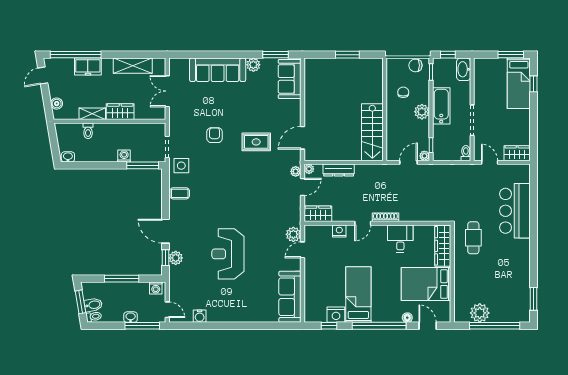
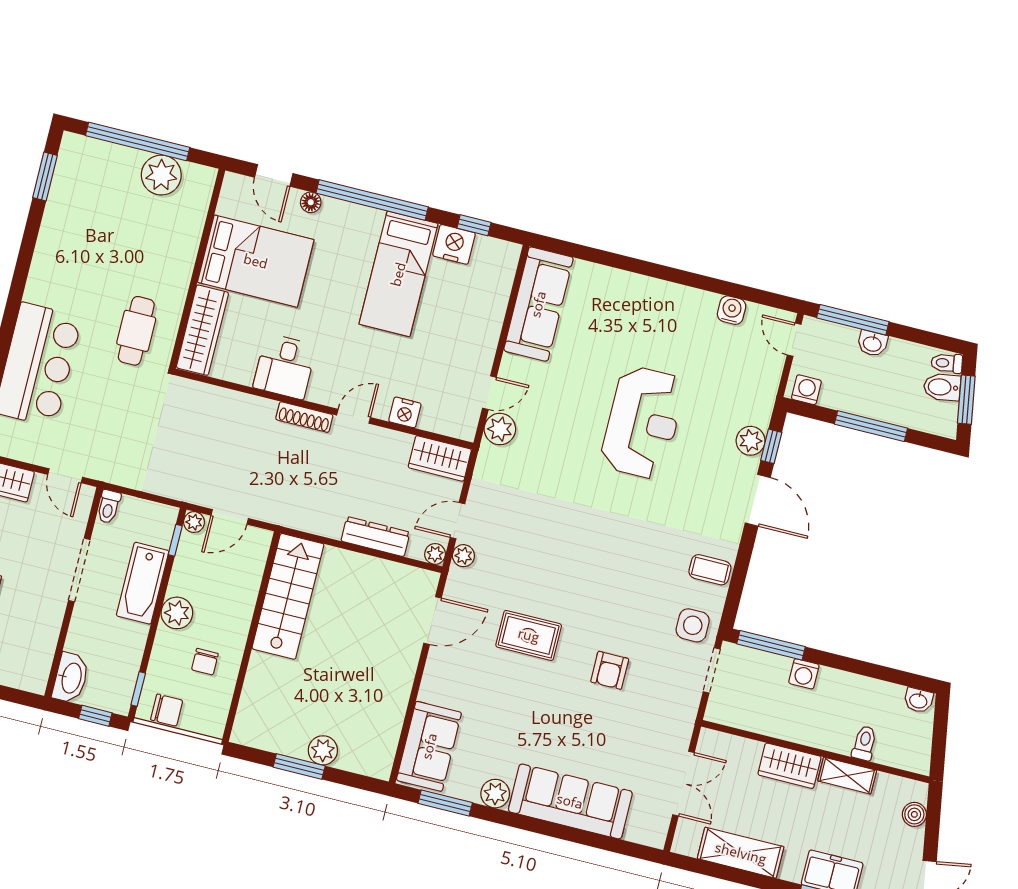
plant: (338, 65) -> (323, 750), added
bathtub: (441, 106) -> (143, 583), moved

